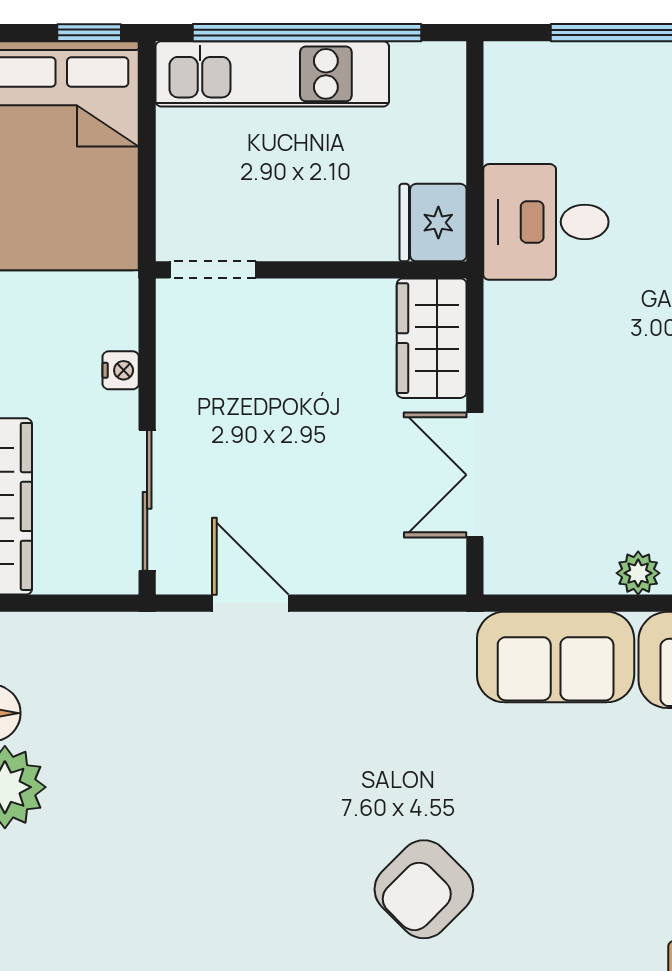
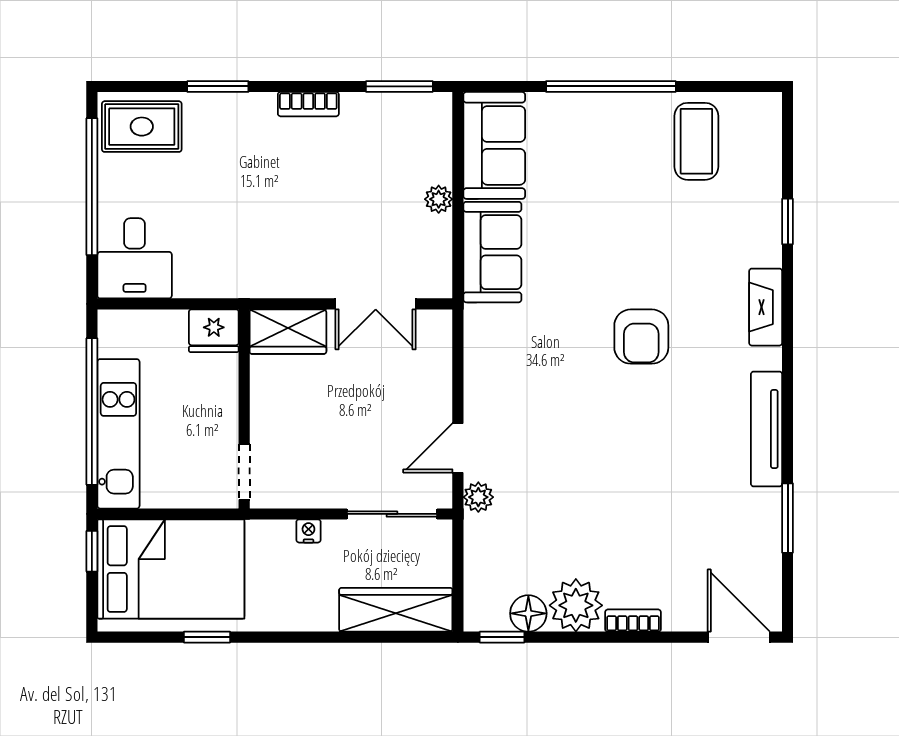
desk: (546, 222) -> (135, 258), moved
plant: (174, 635) -> (478, 497), added
armchair: (424, 889) -> (641, 337), turned 45

